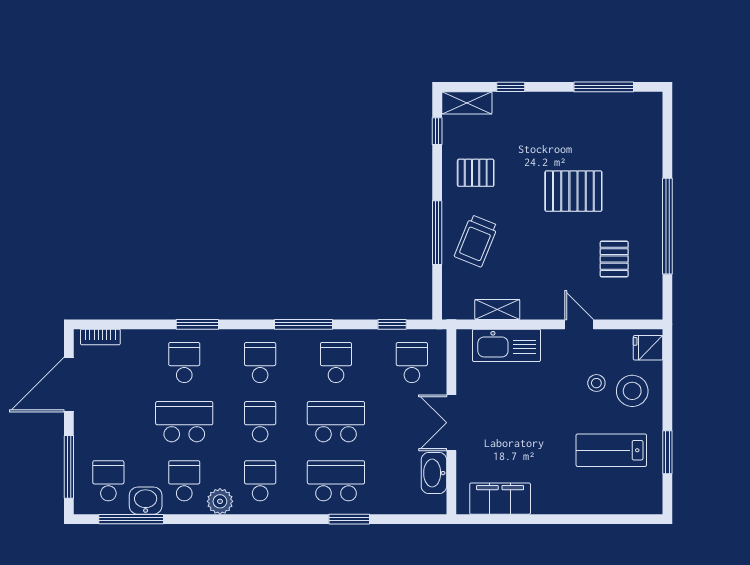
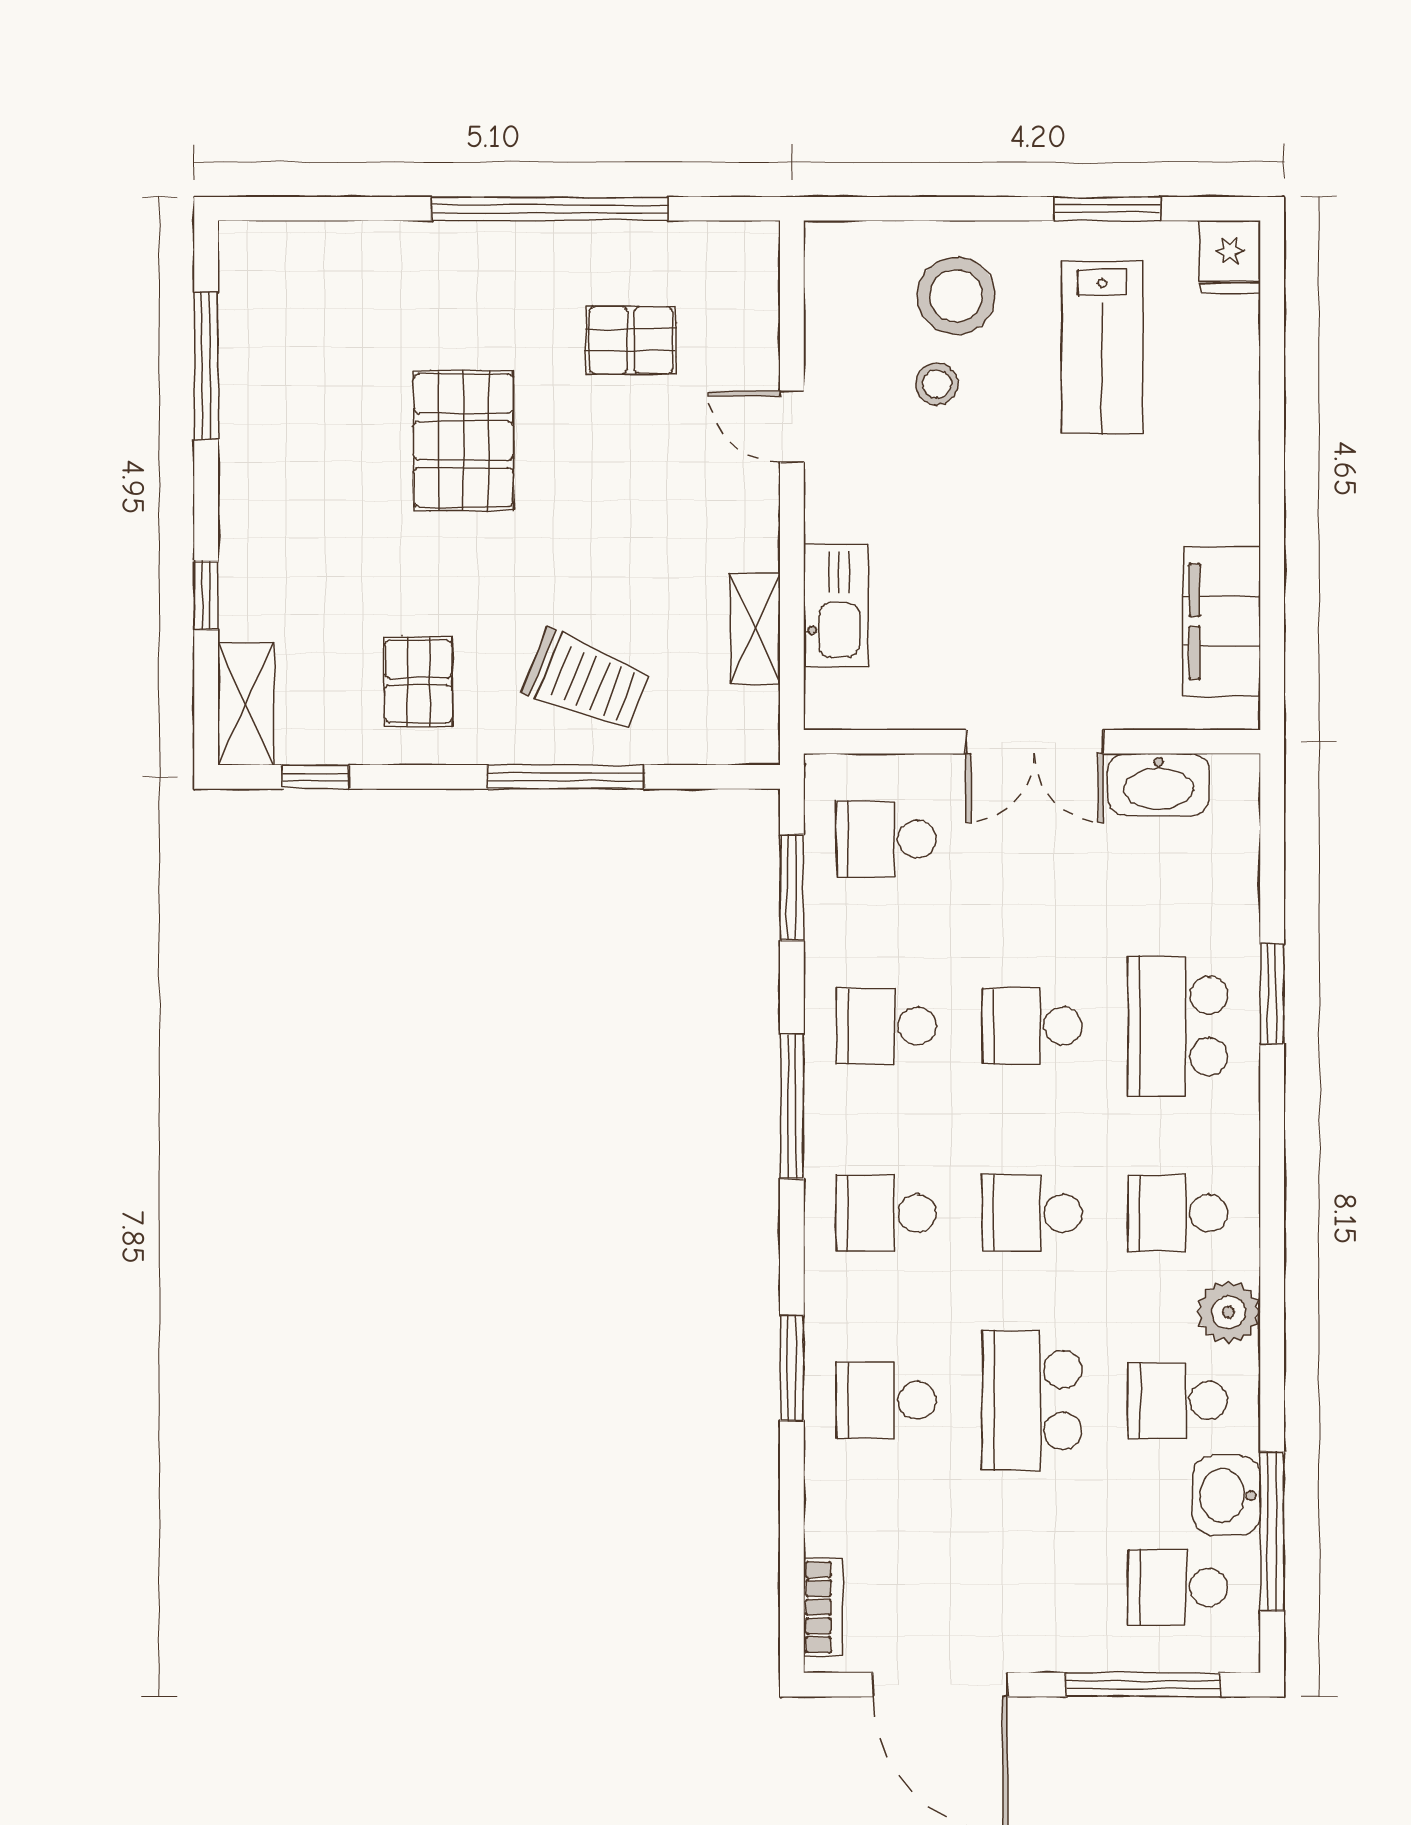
window: (392, 324) -> (792, 888), width x1.50
door: (579, 324) -> (792, 427), hinge flipped
kitchen sink: (506, 345) -> (836, 606), width x0.73, depth x0.81
fridge: (648, 348) -> (1230, 257), moved
school desk: (336, 422) -> (1032, 1026), width x0.54

